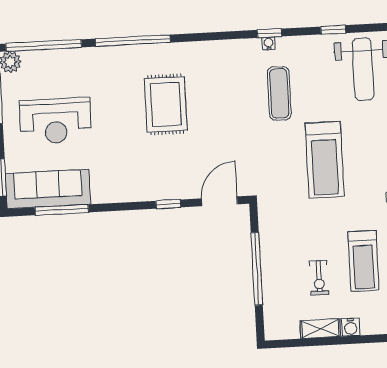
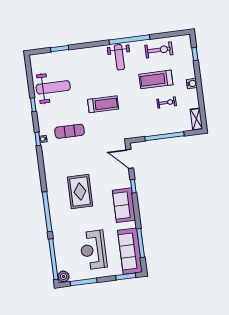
rug: (166, 104) -> (80, 192), turned 90
reception desk: (55, 121) -> (93, 250), turned 180
treadmill: (325, 160) -> (103, 104), width x0.73, depth x0.73
sofa: (134, 184) -> (124, 205), added
treadmill: (363, 261) -> (156, 79), turned 180
shelving: (320, 329) -> (196, 119), moved

